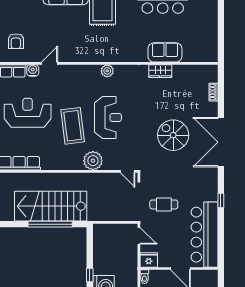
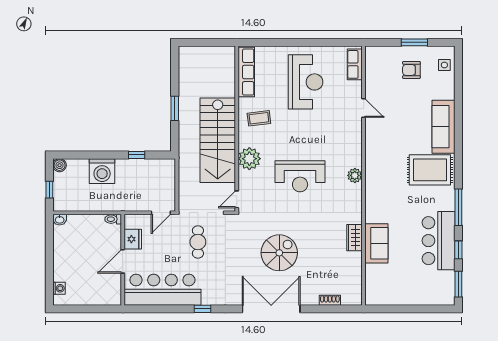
armchair: (16, 41) -> (411, 70), moved
water cooler: (33, 70) -> (355, 88), removed
coffee table: (73, 126) -> (259, 118), moved, width x0.54, depth x0.58
stairs: (51, 206) -> (218, 140), moved, turned 180
window: (50, 224) -> (175, 108), width x0.47
fridge: (149, 260) -> (133, 239), moved
window: (90, 275) -> (137, 155), moved

